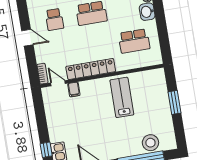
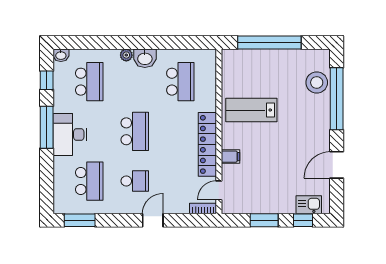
filing cabinet: (74, 89) -> (230, 157), moved
window: (174, 102) -> (269, 42), width x2.11
window: (41, 121) -> (264, 220), added

